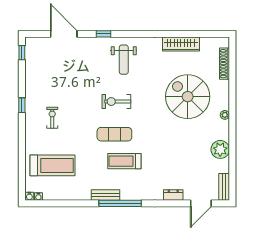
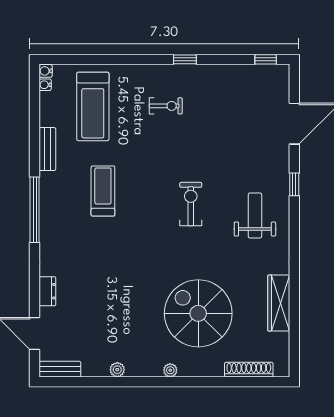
weight bench: (124, 60) -> (255, 215), turned 90
spiral stairs: (188, 97) -> (198, 313), turned -90
exercise mat: (114, 134) -> (141, 201), removed
plant: (220, 149) -> (117, 370), width x0.53, depth x0.53
treadmill: (124, 161) -> (103, 191), moved
bench: (105, 195) -> (47, 149), moved

